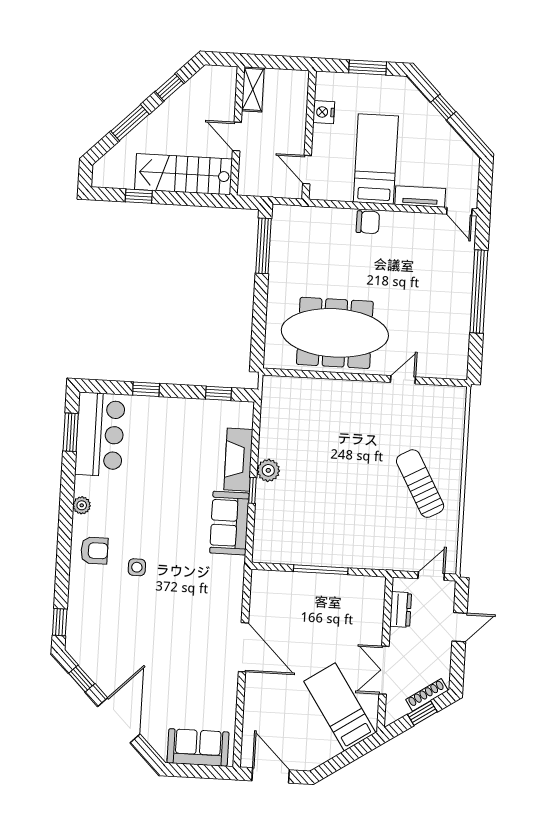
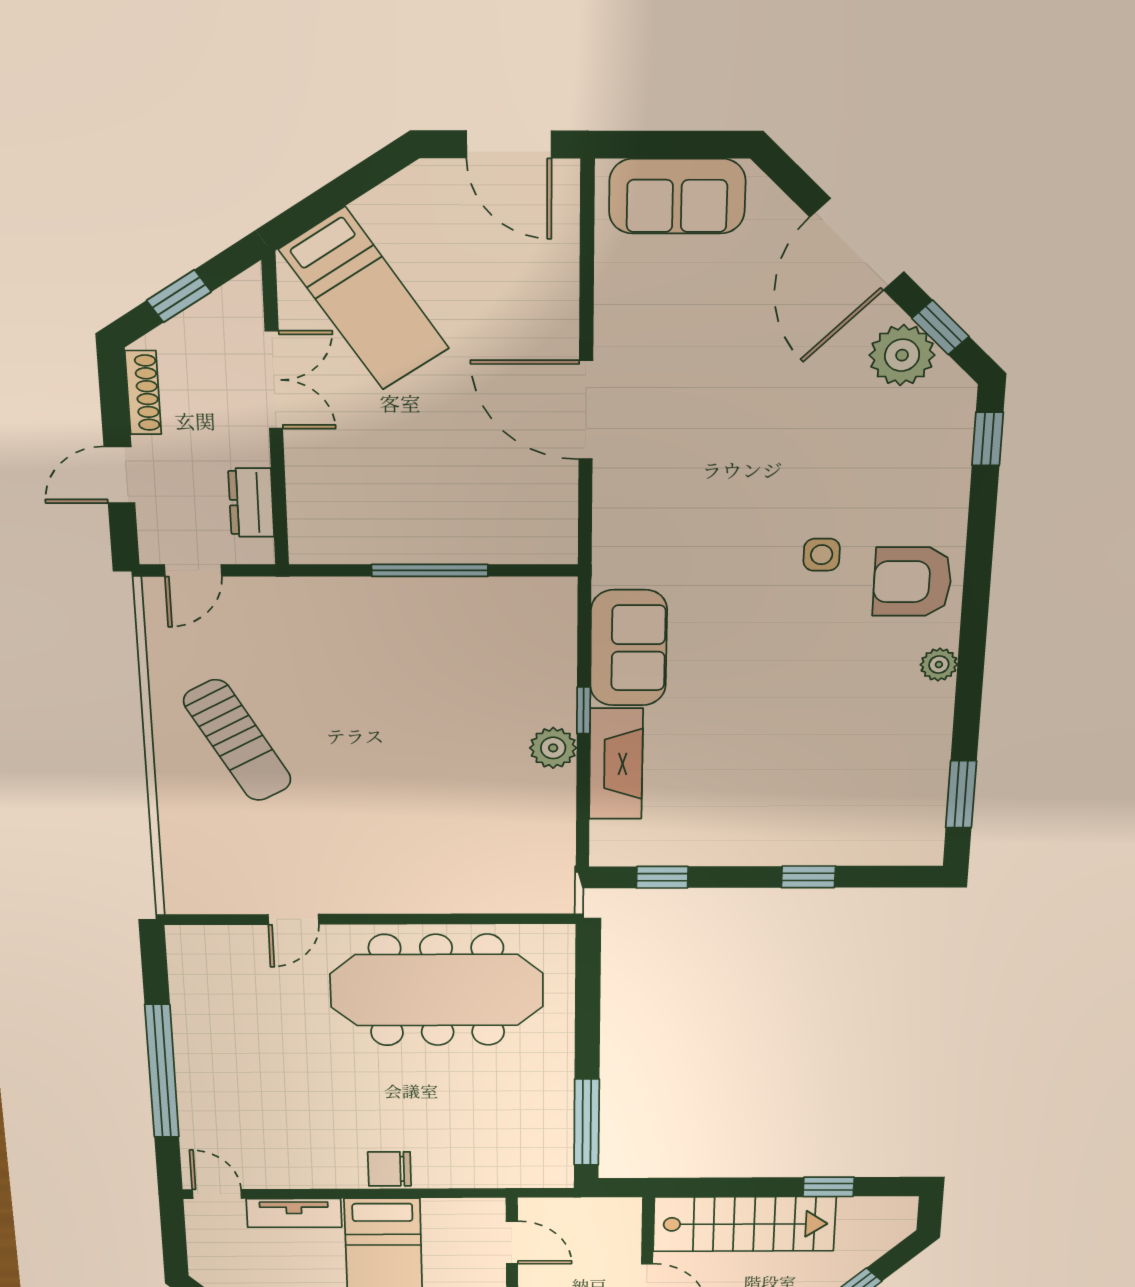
bar counter: (100, 434) -> (901, 794), removed
armchair: (94, 551) -> (912, 582), width x1.38, depth x1.38
plant: (99, 666) -> (902, 355), added
shoe rack: (427, 695) -> (143, 393), moved, turned -56

